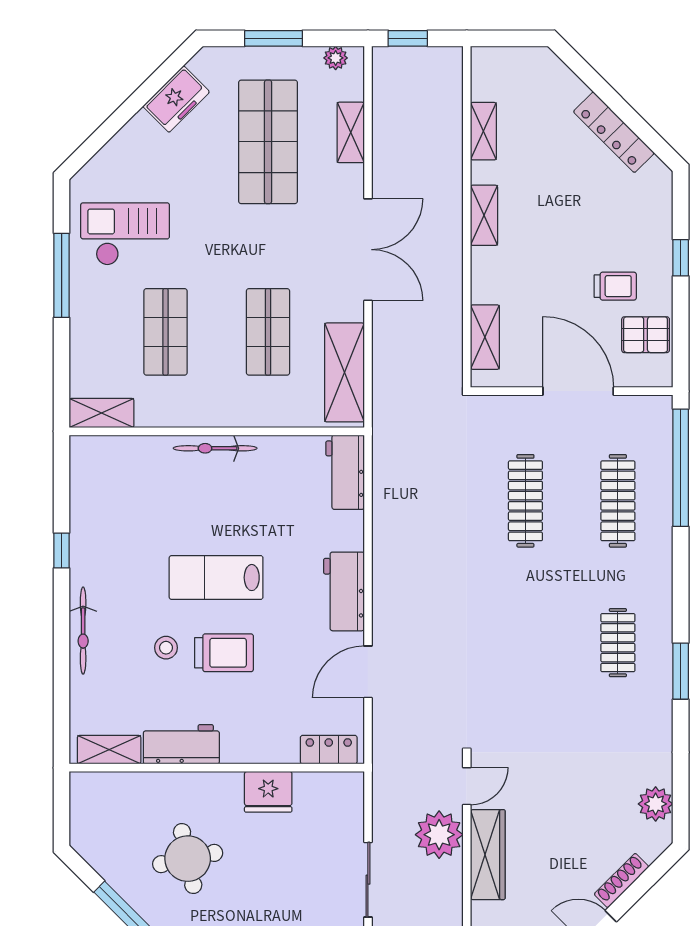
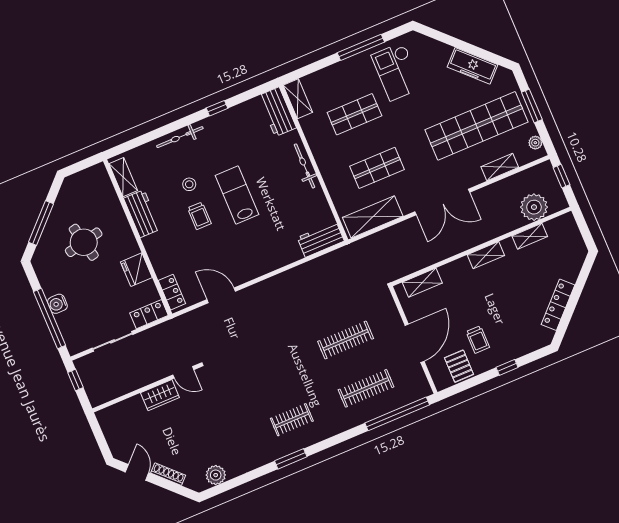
freezer: (176, 99) -> (472, 66), width x1.40
shop shelf: (268, 142) -> (477, 126), width x1.40
checkout: (125, 234) -> (397, 71), turned 180
workbench: (344, 591) -> (277, 112), moved, turned -90
trolley: (224, 653) -> (199, 216), width x0.73, depth x0.72
locker: (349, 802) -> (149, 314), added
plant: (439, 835) -> (534, 207), moved
wardrobe: (488, 855) -> (160, 395), width x0.67

